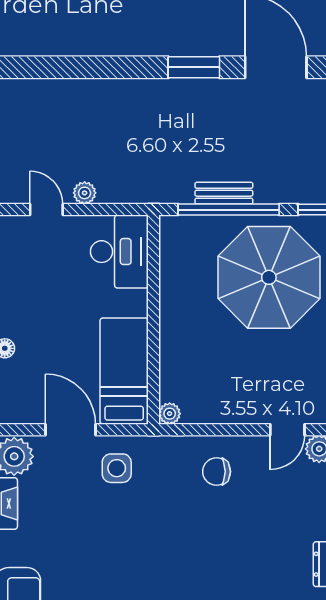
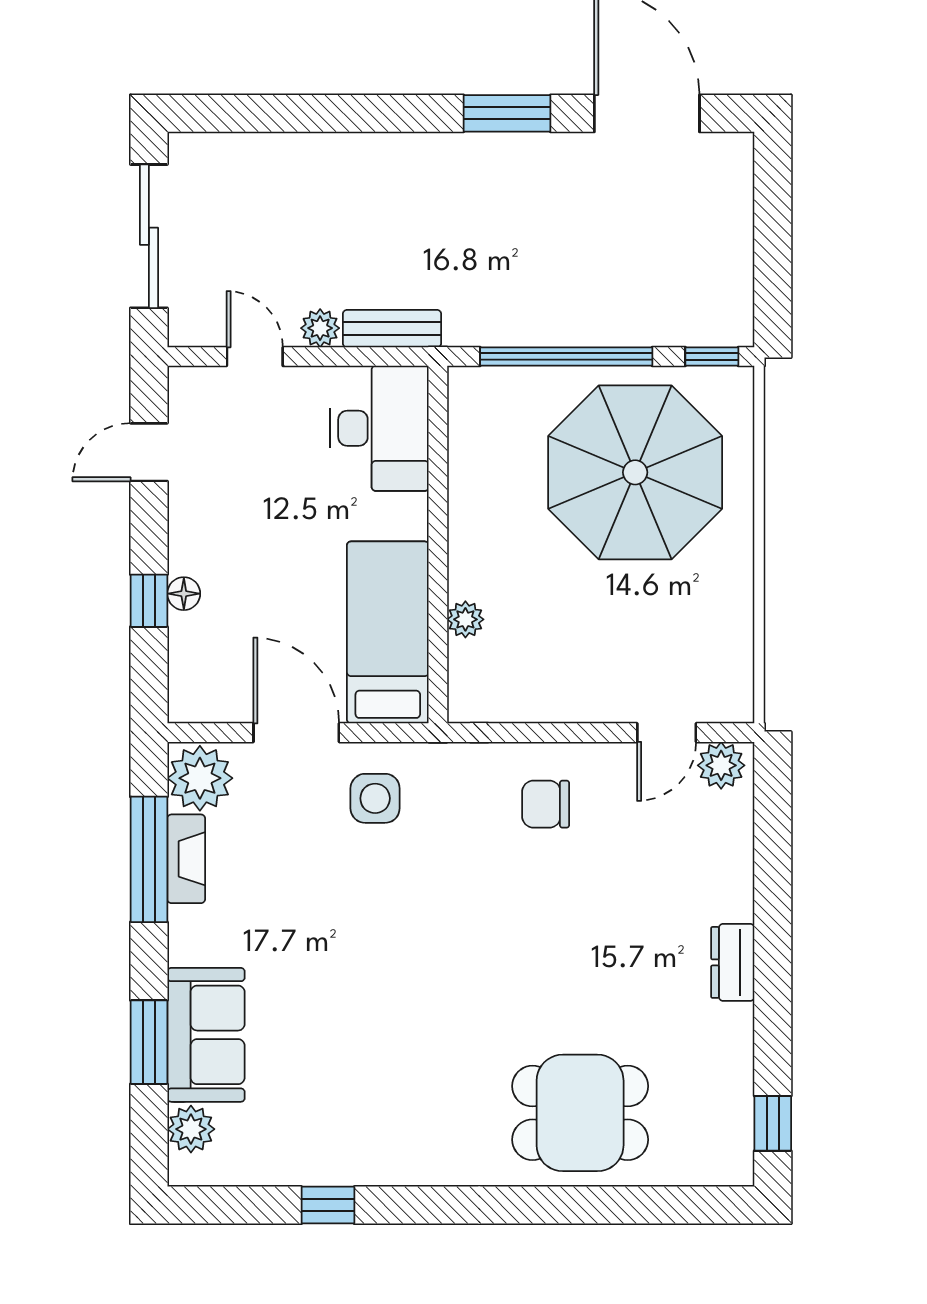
bench: (224, 193) -> (392, 329), moved
plant: (170, 414) -> (465, 619), moved

